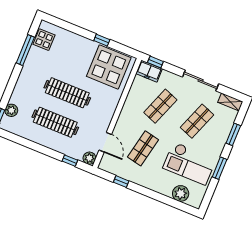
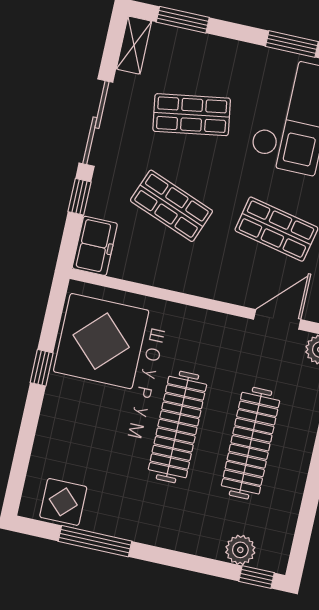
window: (155, 62) -> (80, 197), moved
shop shelf: (197, 121) -> (192, 115), turned -30
window: (233, 134) -> (183, 20), moved

